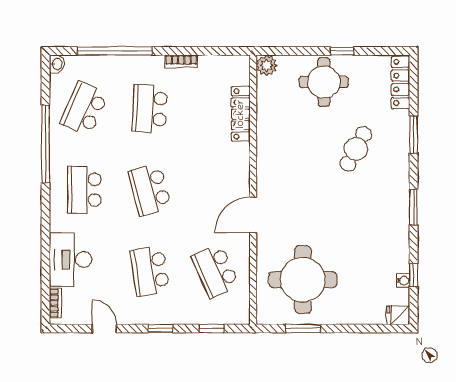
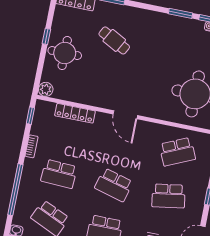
window: (225, 51) -> (30, 116), added
school desk: (150, 190) -> (114, 185), turned 30
window: (414, 207) -> (180, 13), moved
door: (253, 215) -> (125, 115), moved

